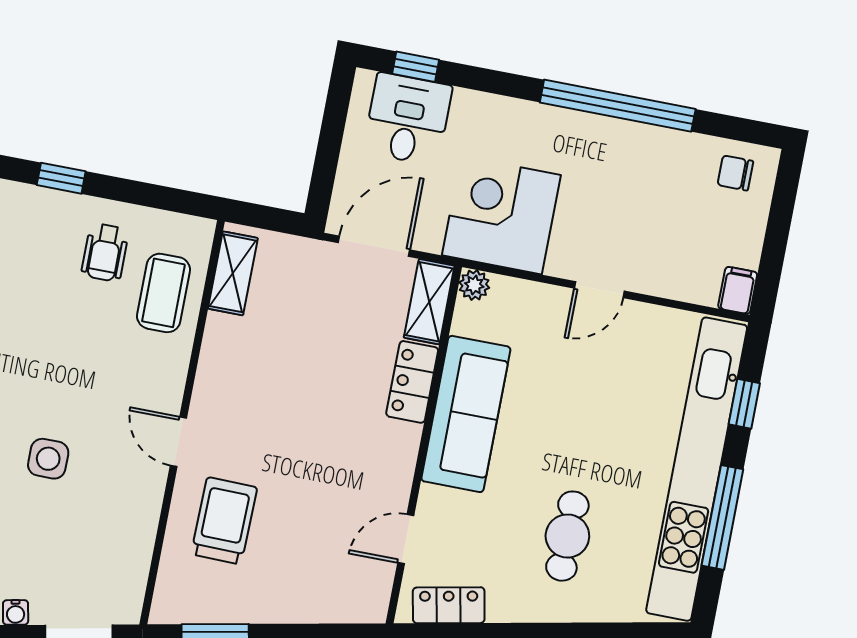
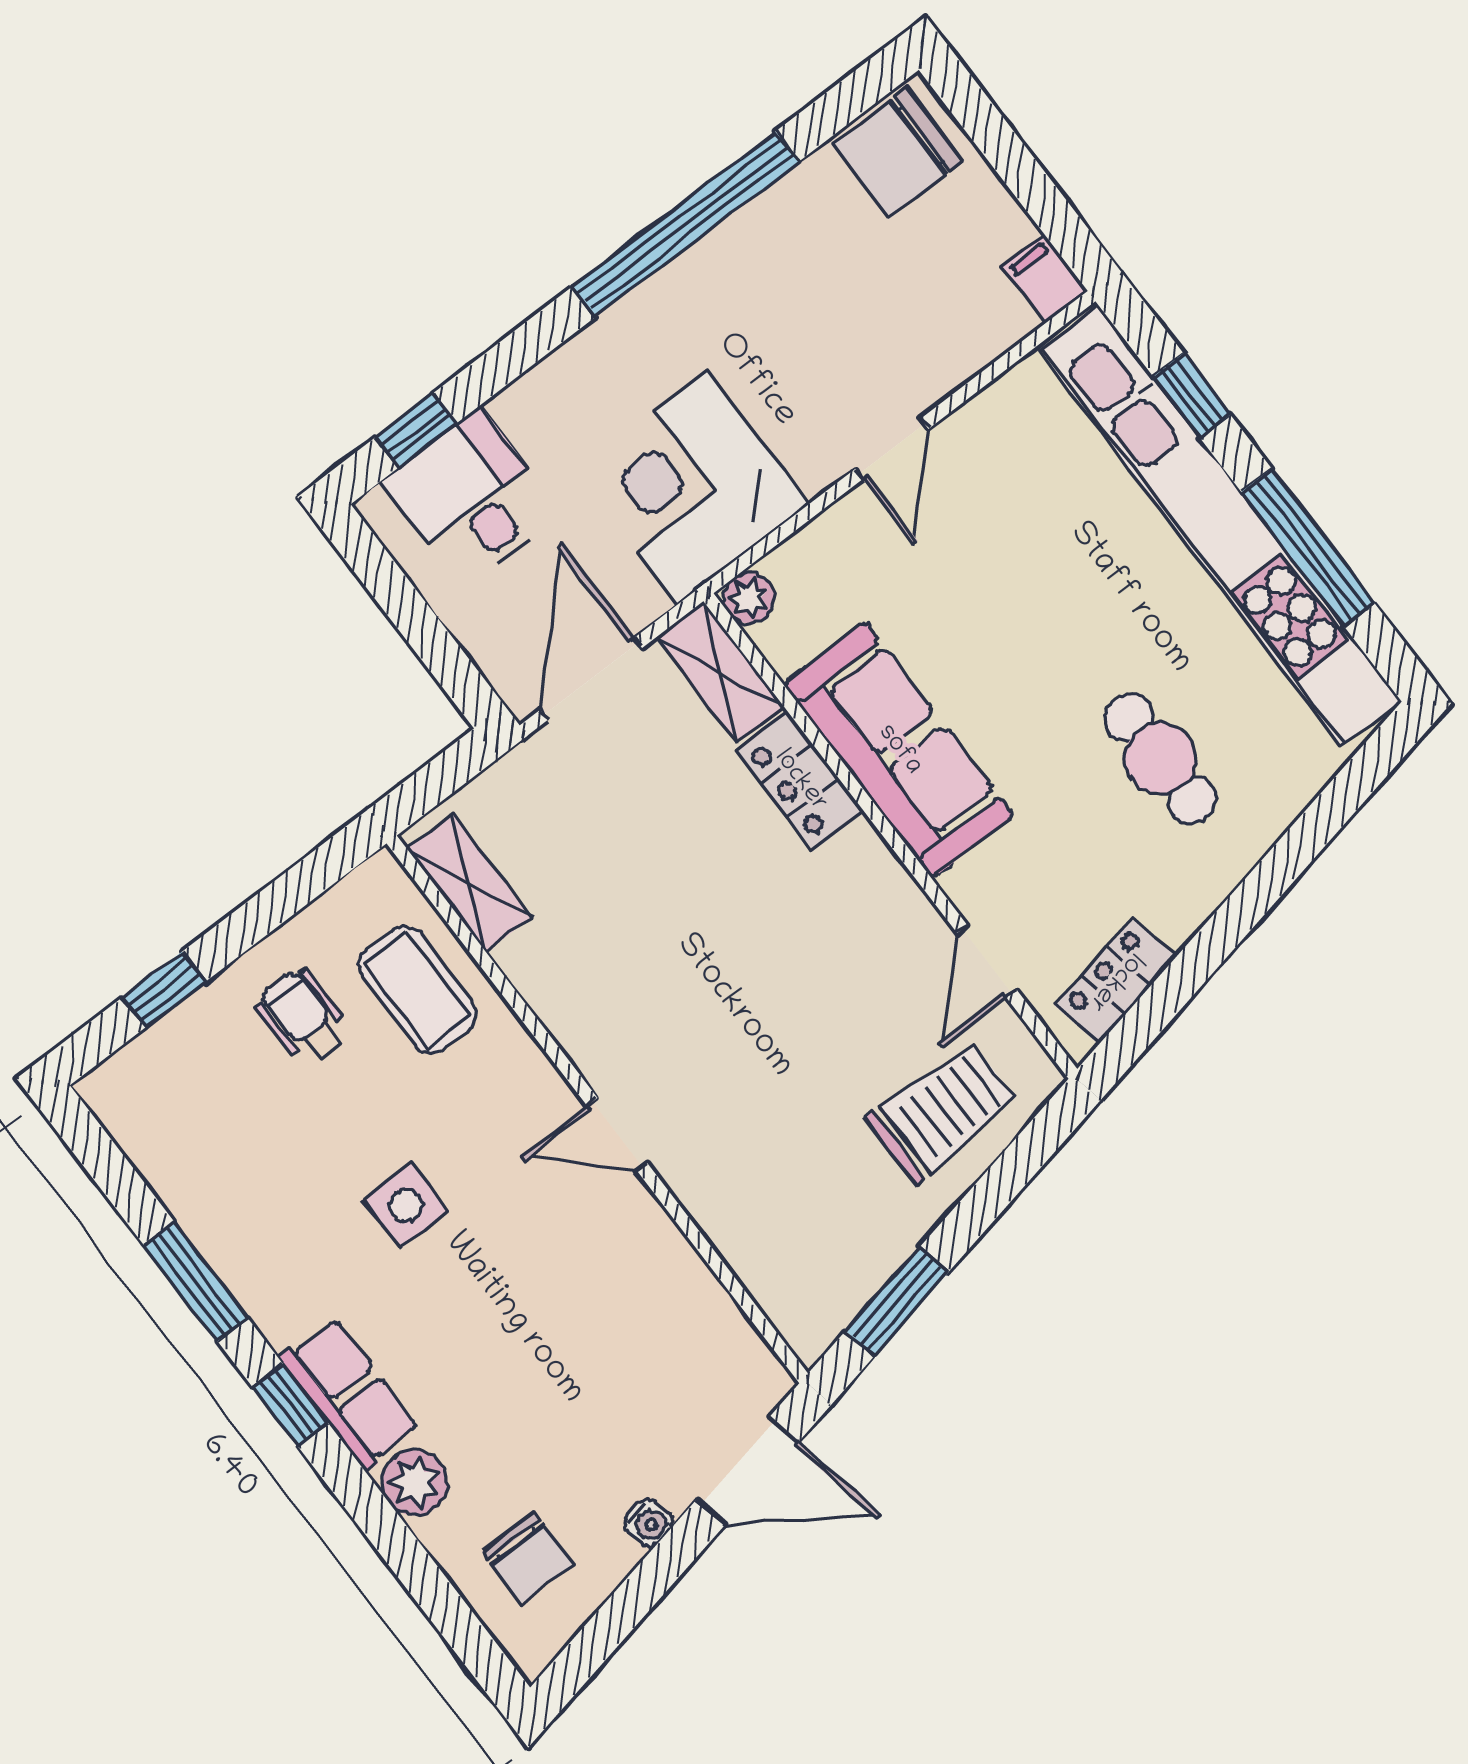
chair: (735, 173) -> (898, 153), width x1.87, depth x1.87
wheelchair: (105, 252) -> (303, 1017), turned 180
side table: (48, 459) -> (406, 1205), moved
trolley: (224, 521) -> (943, 1111), moved, turned 89

